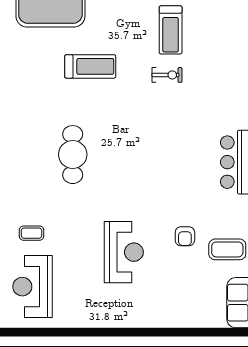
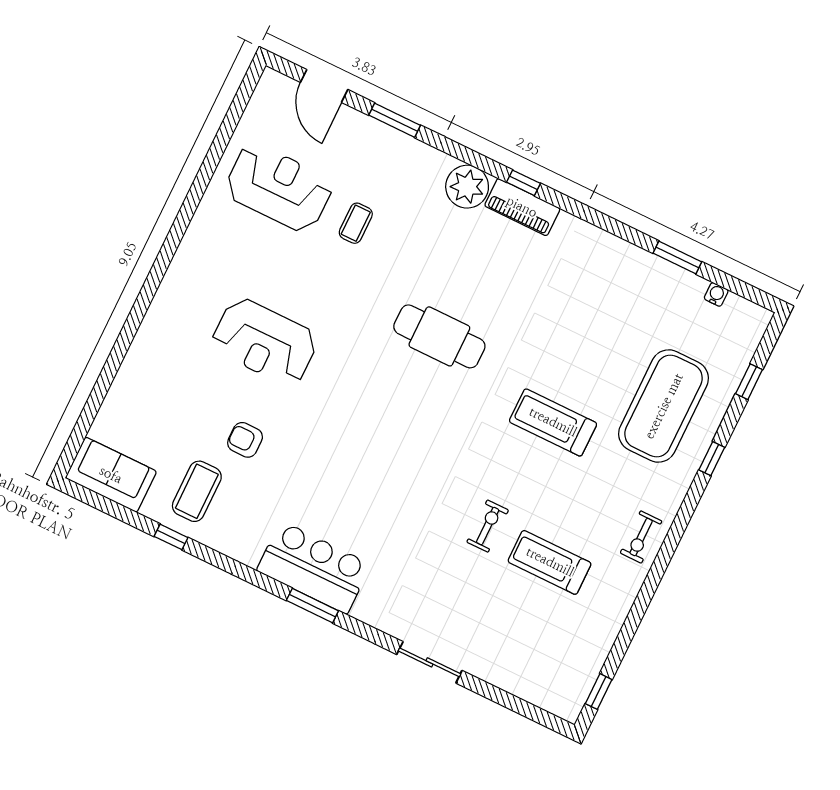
treadmill: (90, 66) -> (553, 422), turned 90
exercise bike: (167, 75) -> (488, 526), turned 180

